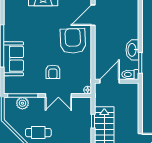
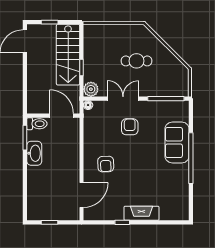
armchair: (73, 41) -> (106, 164), width x0.53, depth x0.53
door: (110, 81) -> (62, 116), swing flipped
plant: (22, 103) -> (91, 89), moved
cafe table: (38, 133) -> (137, 61), moved

